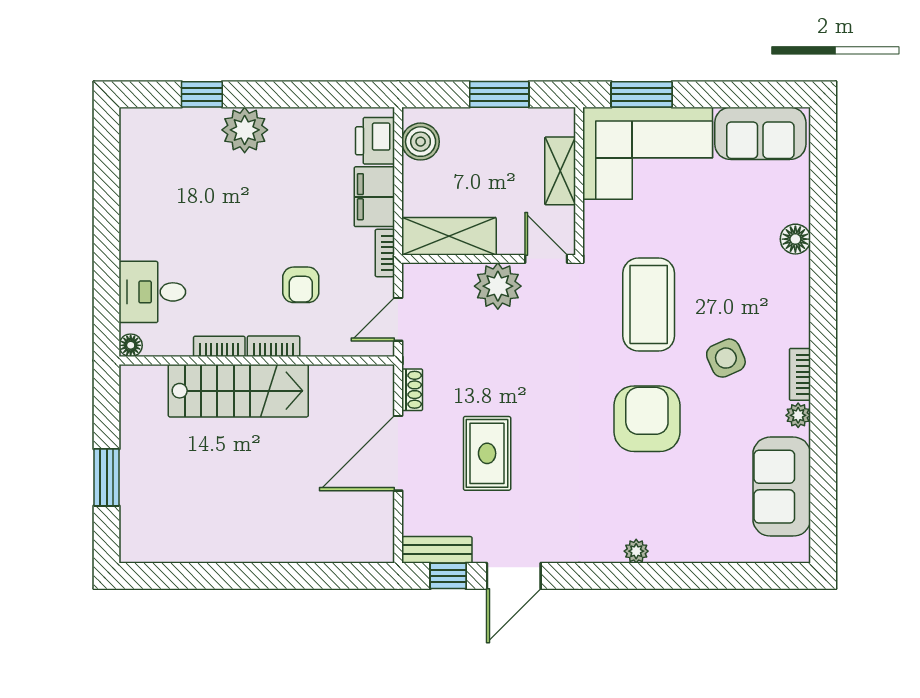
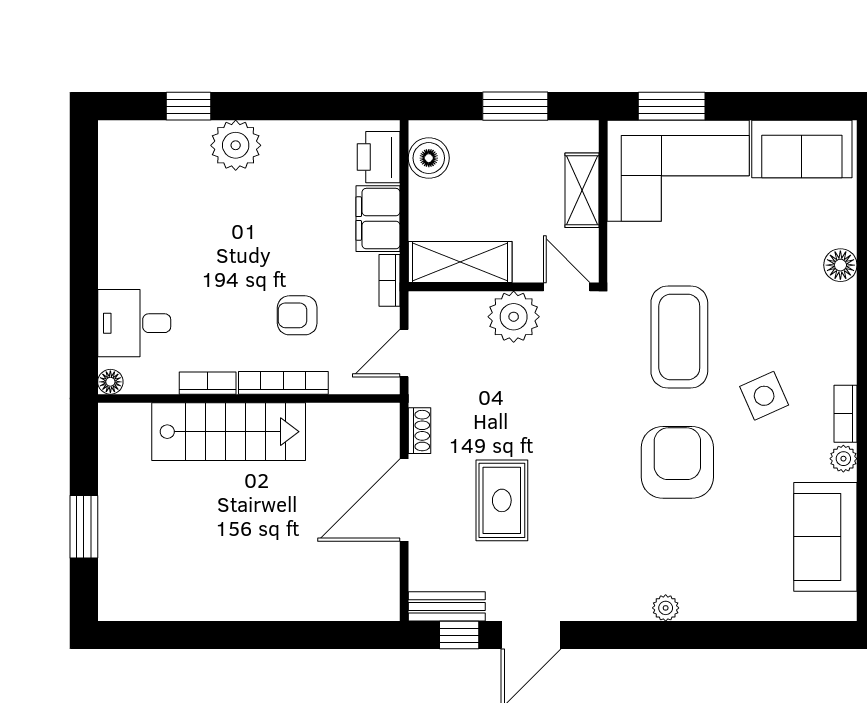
armchair: (301, 285) -> (297, 315), turned 90
bookcase: (273, 346) -> (283, 383), width x1.56

